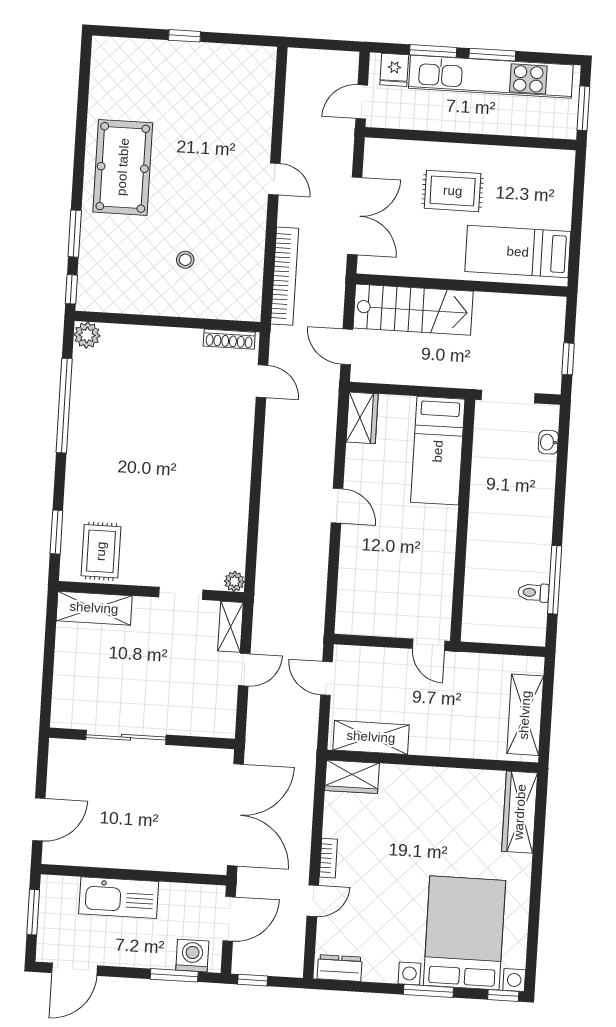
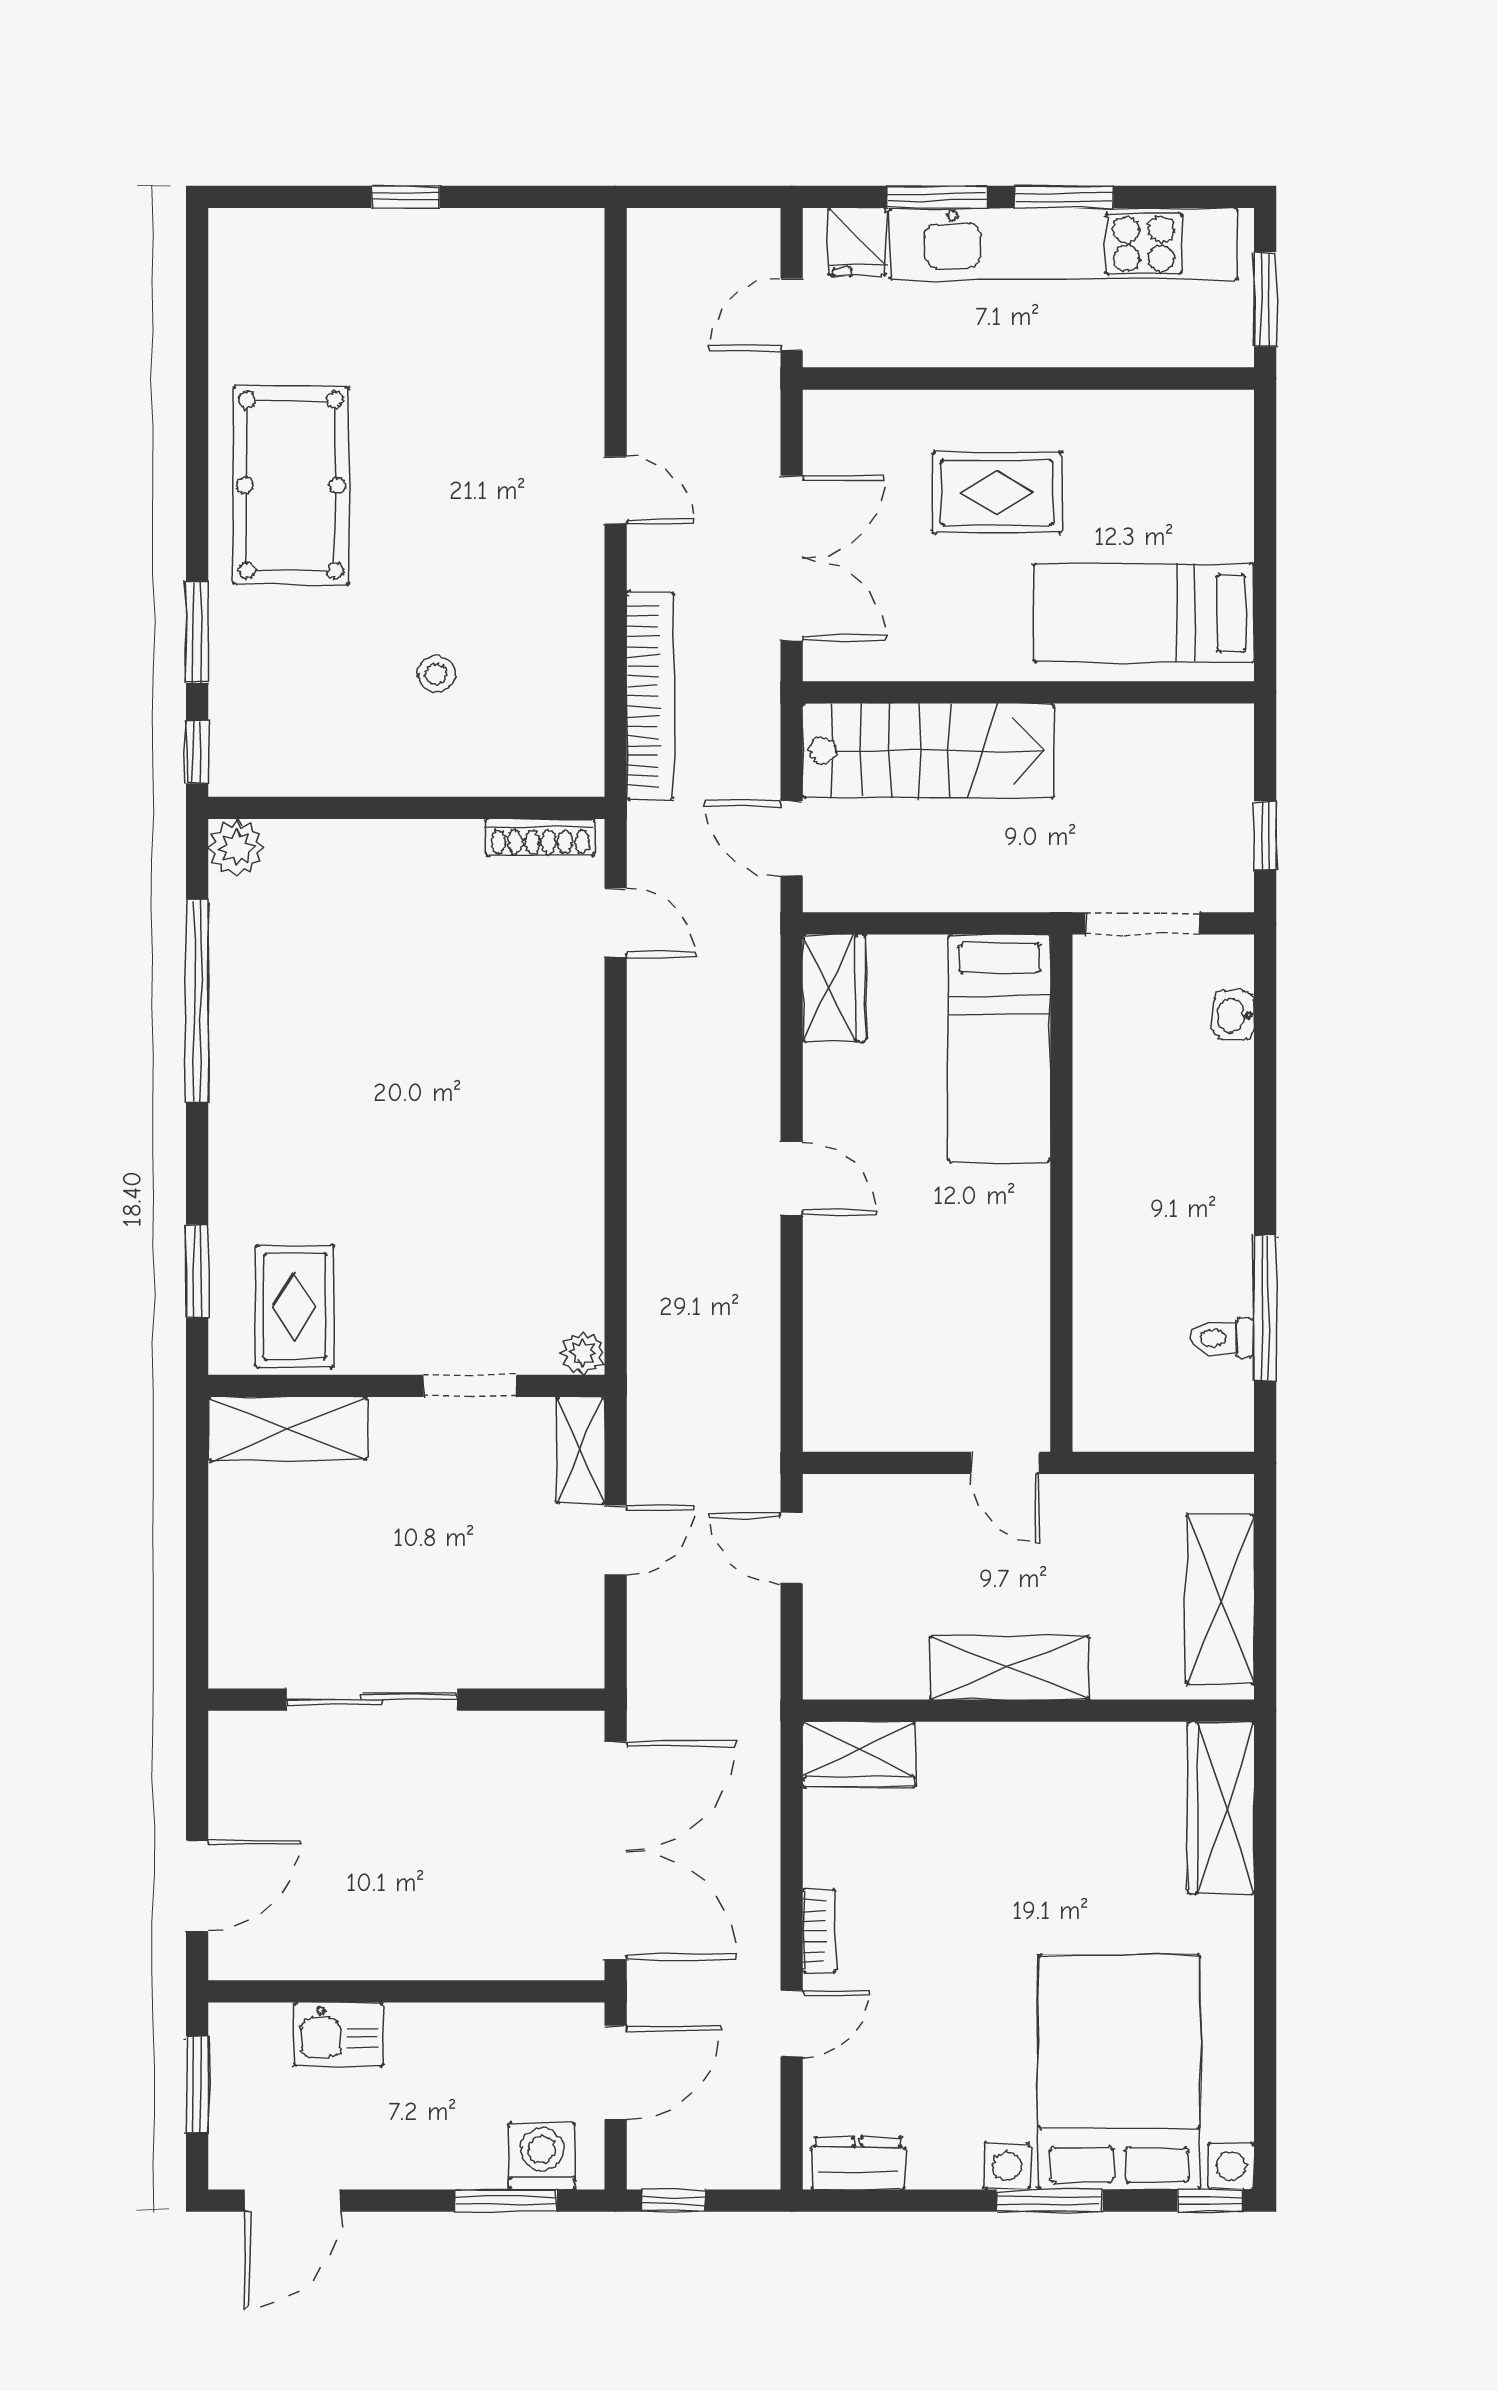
shelving: (371, 737) -> (1009, 1668), moved
kitchen sink: (119, 898) -> (339, 2034), width x0.53, depth x0.81

